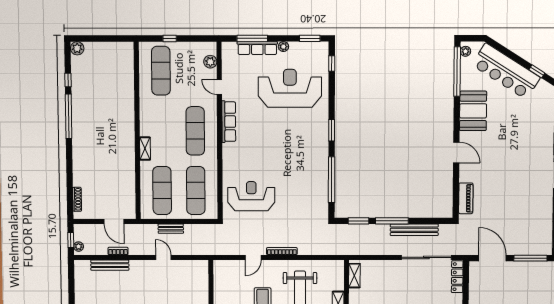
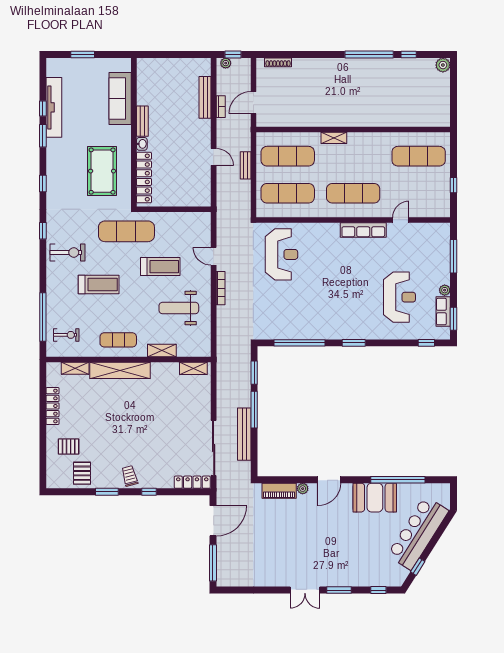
window: (170, 38) -> (454, 185), moved
row of seats: (257, 48) -> (443, 312), moved, width x0.68
plant: (465, 51) -> (303, 489), moved
plant: (210, 62) -> (428, 210), removed
window: (457, 72) -> (398, 480), moved
reception desk: (290, 88) -> (399, 297), width x0.74, depth x0.77
door: (163, 257) -> (214, 157), hinge flipped

